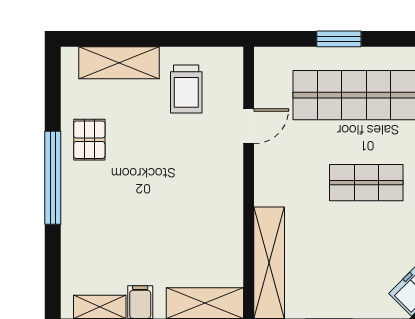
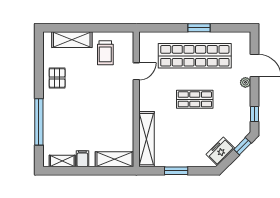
window: (339, 39) -> (199, 28), moved
window: (53, 178) -> (39, 122), moved

